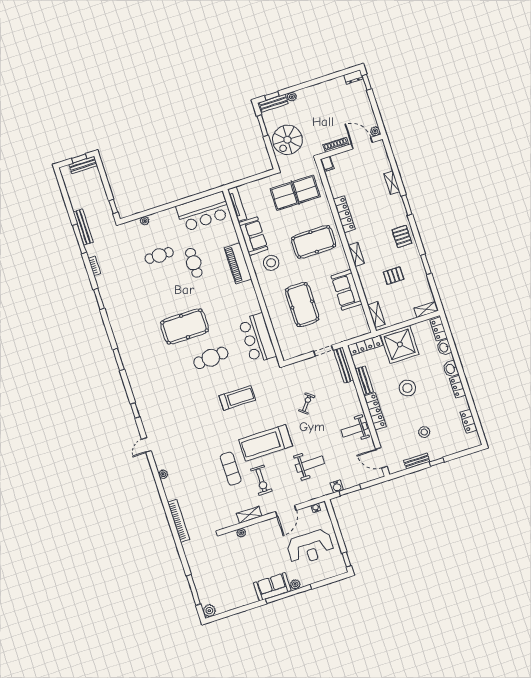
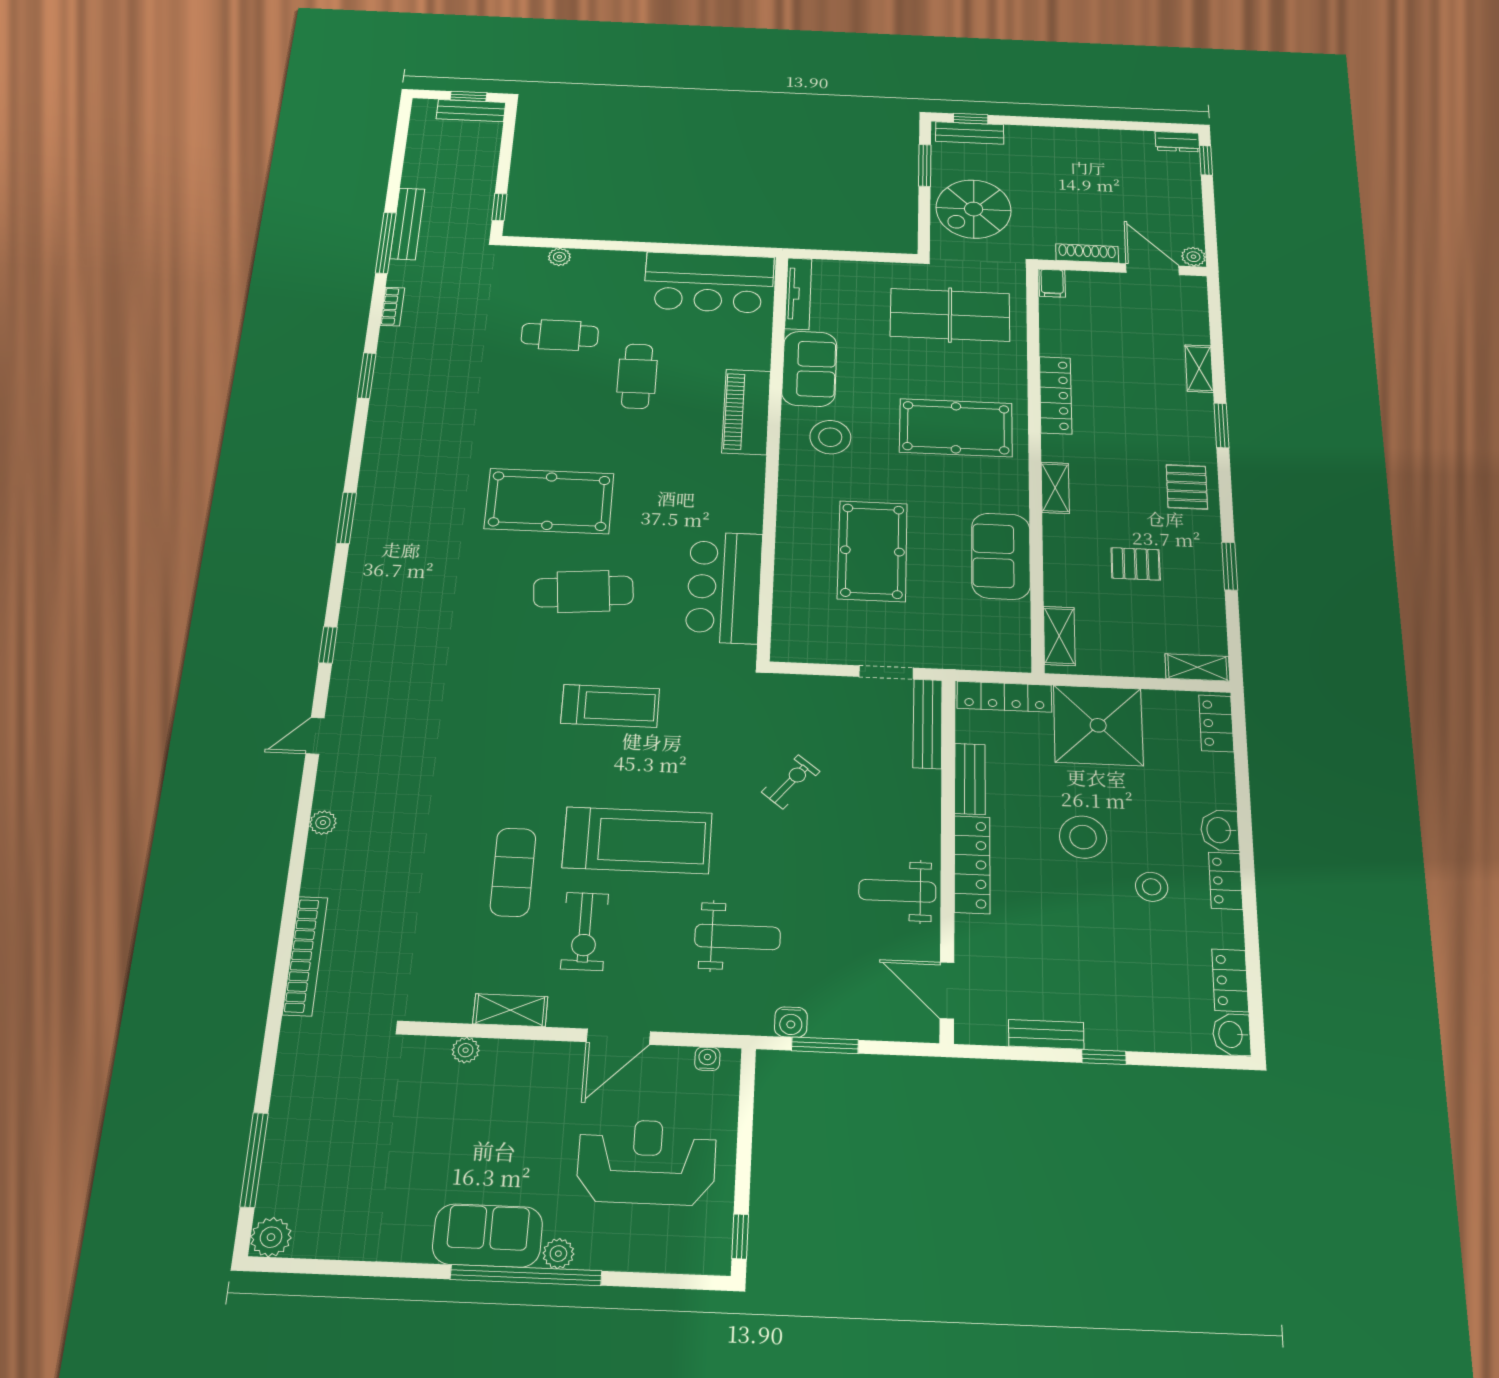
plant: (292, 97) -> (1017, 134), removed
washbasin: (444, 347) -> (1232, 1034), moved
stool: (424, 432) -> (1152, 887), moved
treadmill: (265, 443) -> (637, 840), turned 180
reception desk: (310, 547) -> (647, 1162), turned 180

